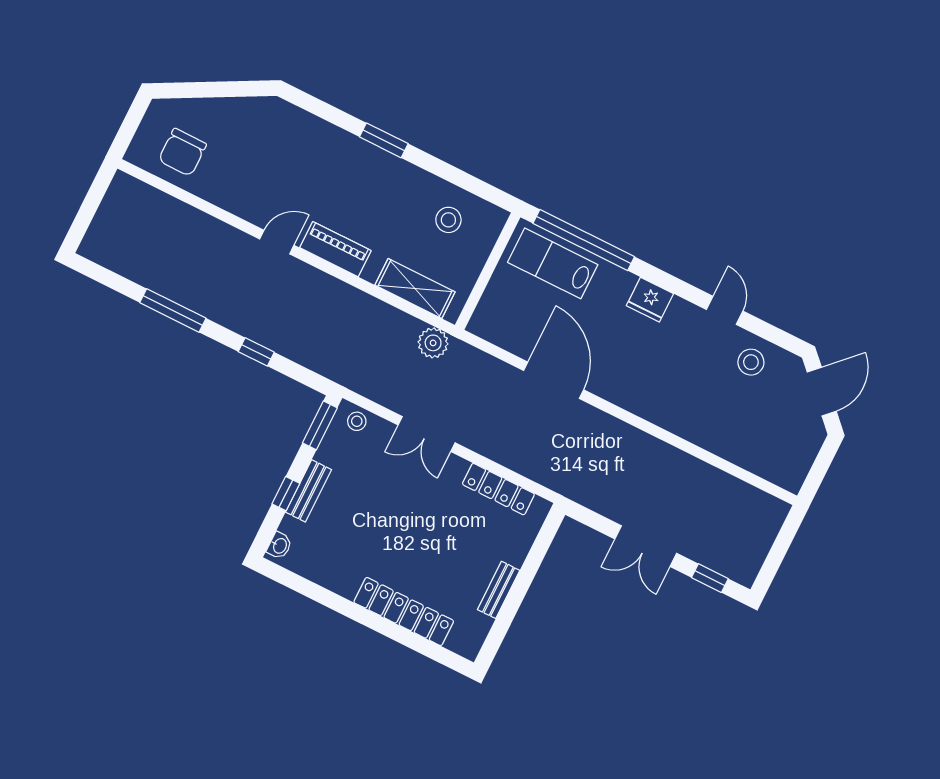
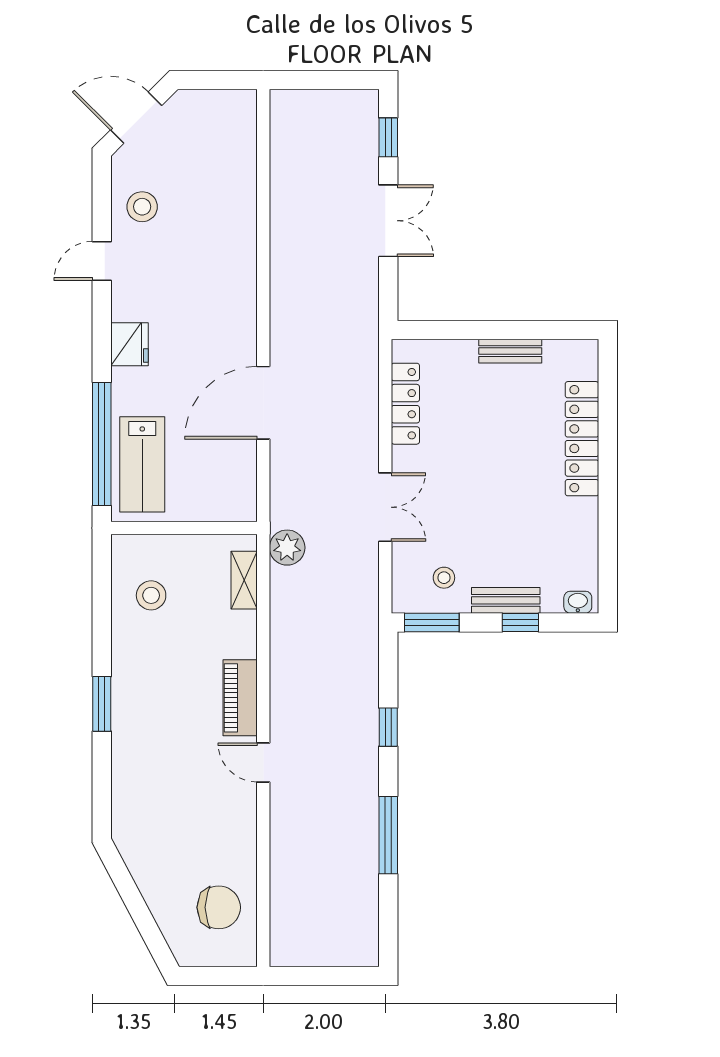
shelving: (415, 288) -> (244, 580), width x0.67, depth x0.75
stool: (357, 421) -> (444, 578), moved

